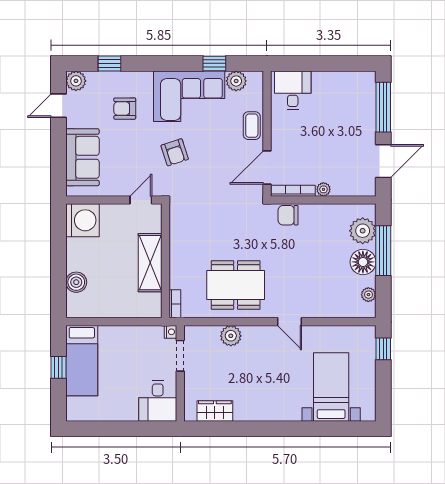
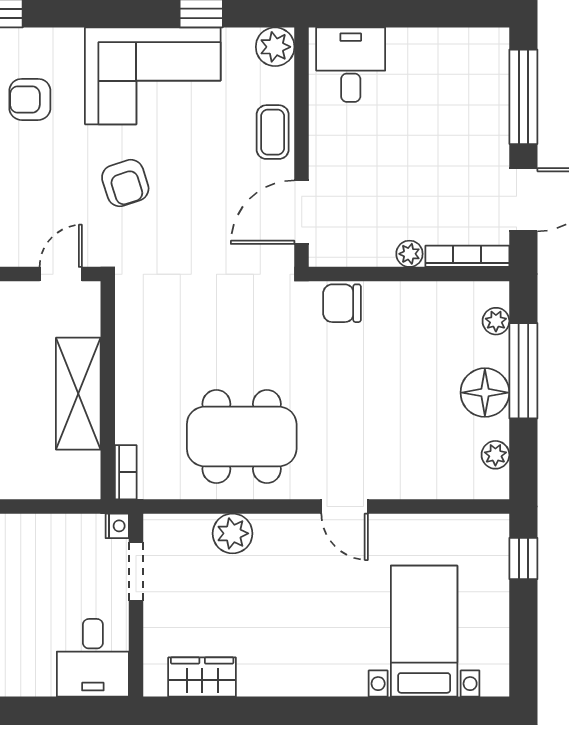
plant: (236, 81) -> (275, 47), moved
bookcase: (293, 191) -> (467, 256), moved
plant: (363, 231) -> (496, 321), width x0.53, depth x0.53

